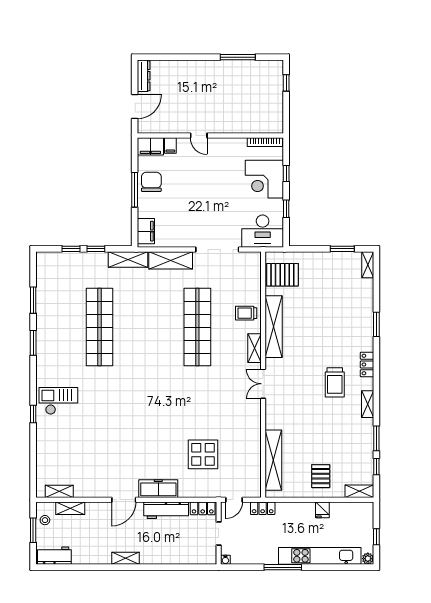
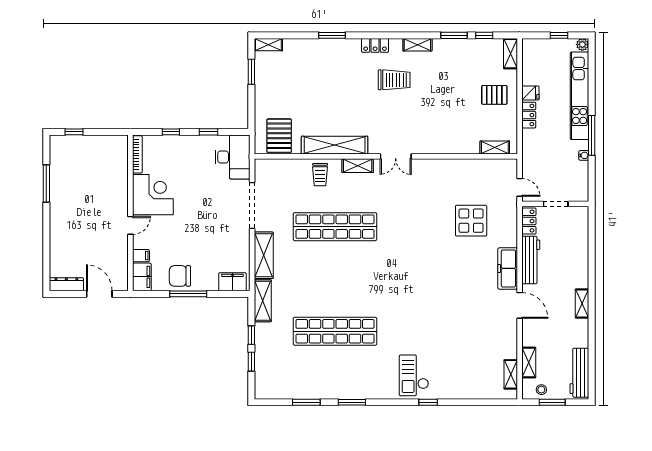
corner desk: (264, 179) -> (153, 195), moved, turned -90
shelving: (273, 460) -> (495, 148), width x0.45, depth x0.75
locker: (263, 508) -> (529, 115), moved
workbench: (54, 556) -> (579, 373), width x1.38
water cooler: (225, 560) -> (584, 155), moved

